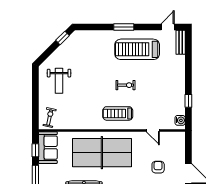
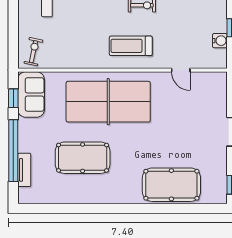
water cooler: (180, 120) -> (220, 41), moved
armchair: (158, 167) -> (188, 122), removed

